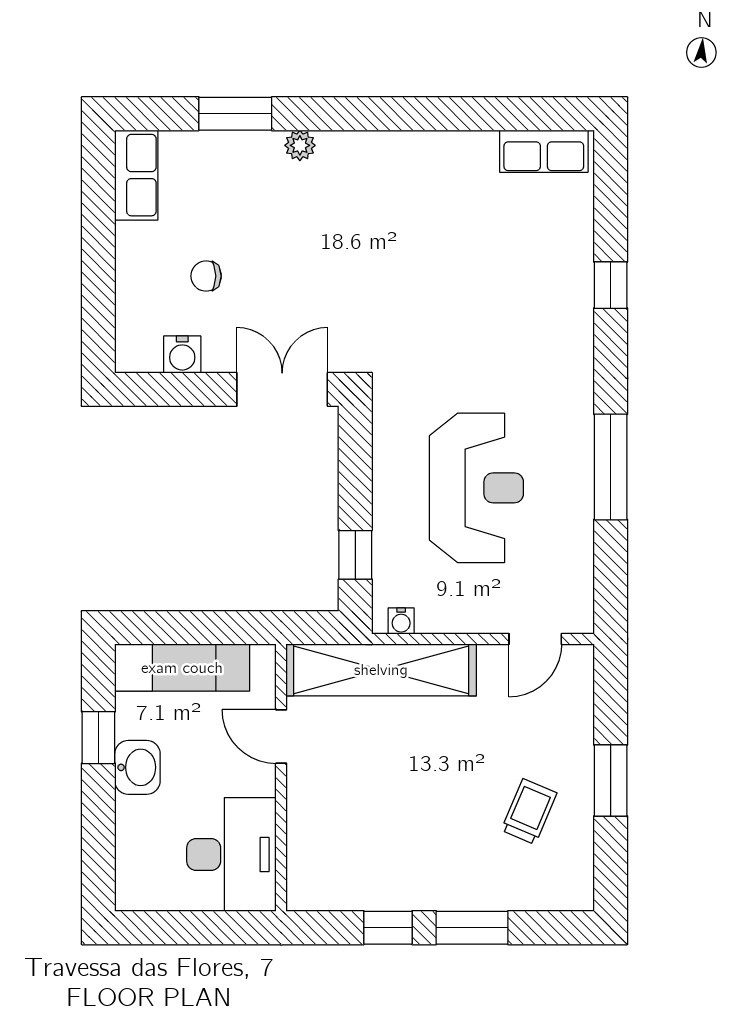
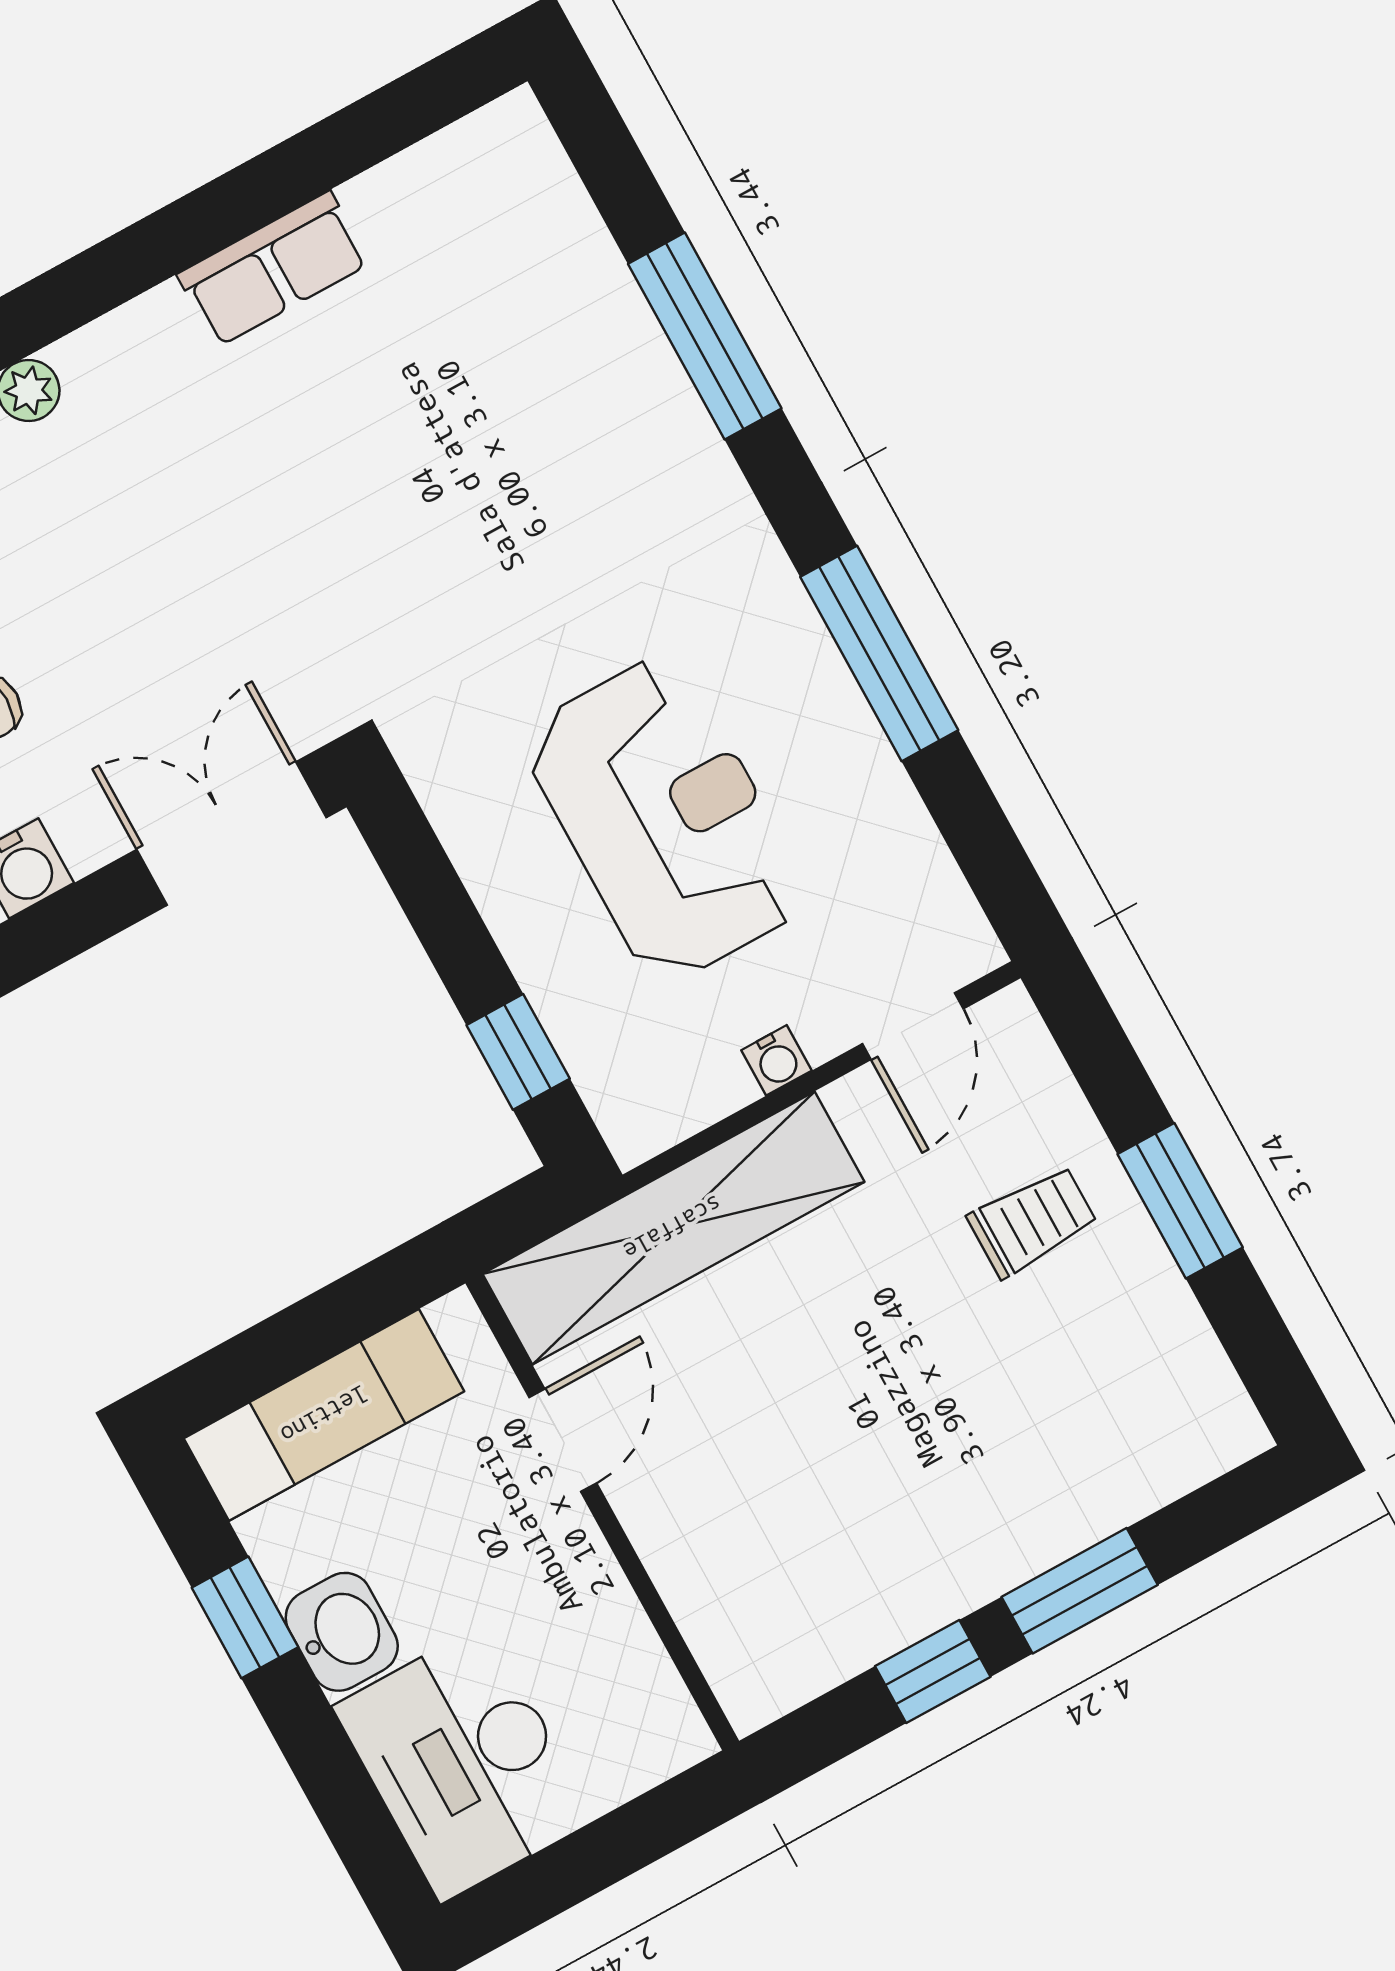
row of seats: (544, 151) -> (273, 269), moved
window: (611, 285) -> (705, 336), width x2.17
water cooler: (401, 621) -> (776, 1060), moved
door: (281, 737) -> (563, 1440), swing flipped
trolley: (529, 812) -> (1032, 1221), moved, turned 67
desk: (231, 854) -> (464, 1763), moved, turned 180

